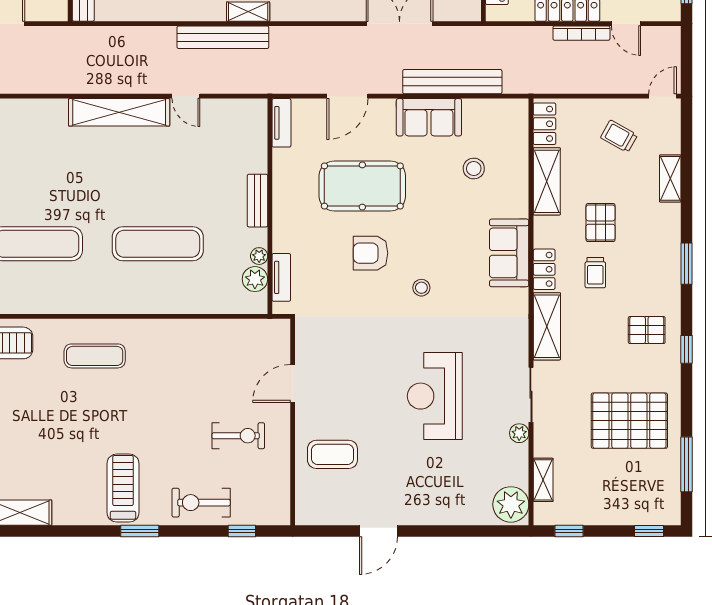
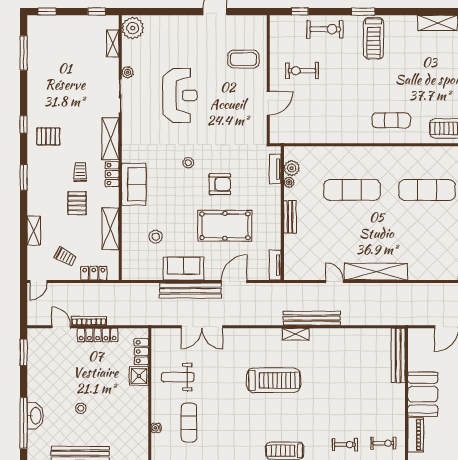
bench: (452, 82) -> (190, 291), moved
locker: (544, 124) -> (94, 273), moved, turned 90
pallet: (629, 421) -> (59, 80), removed

